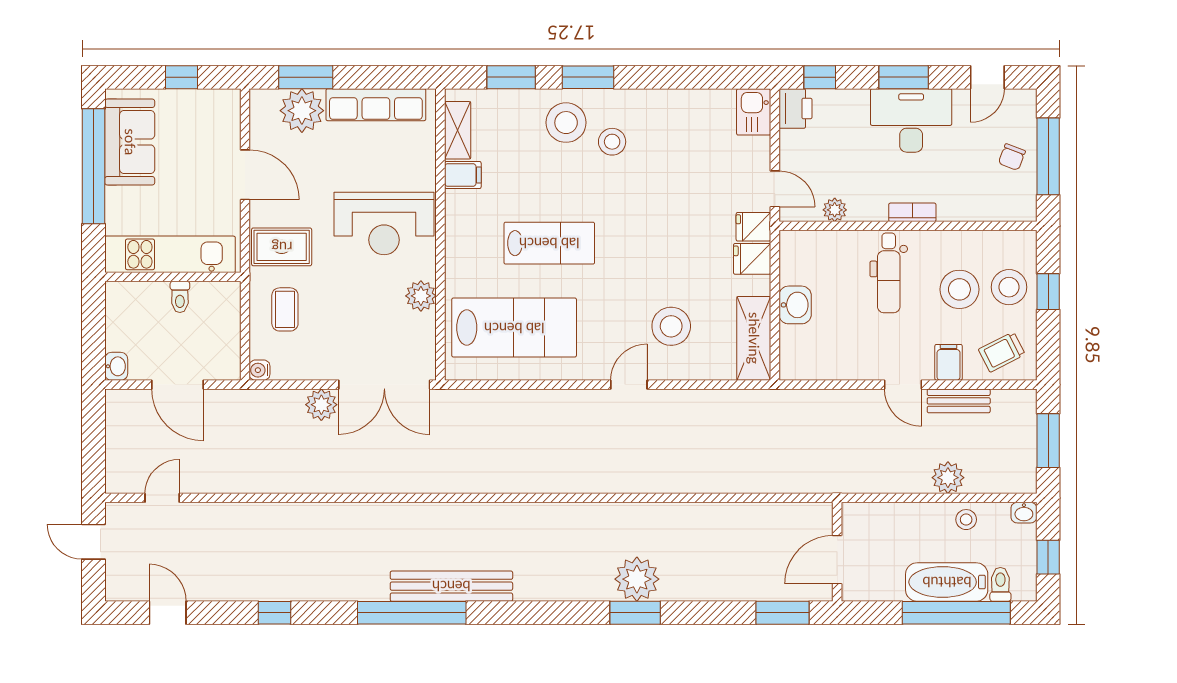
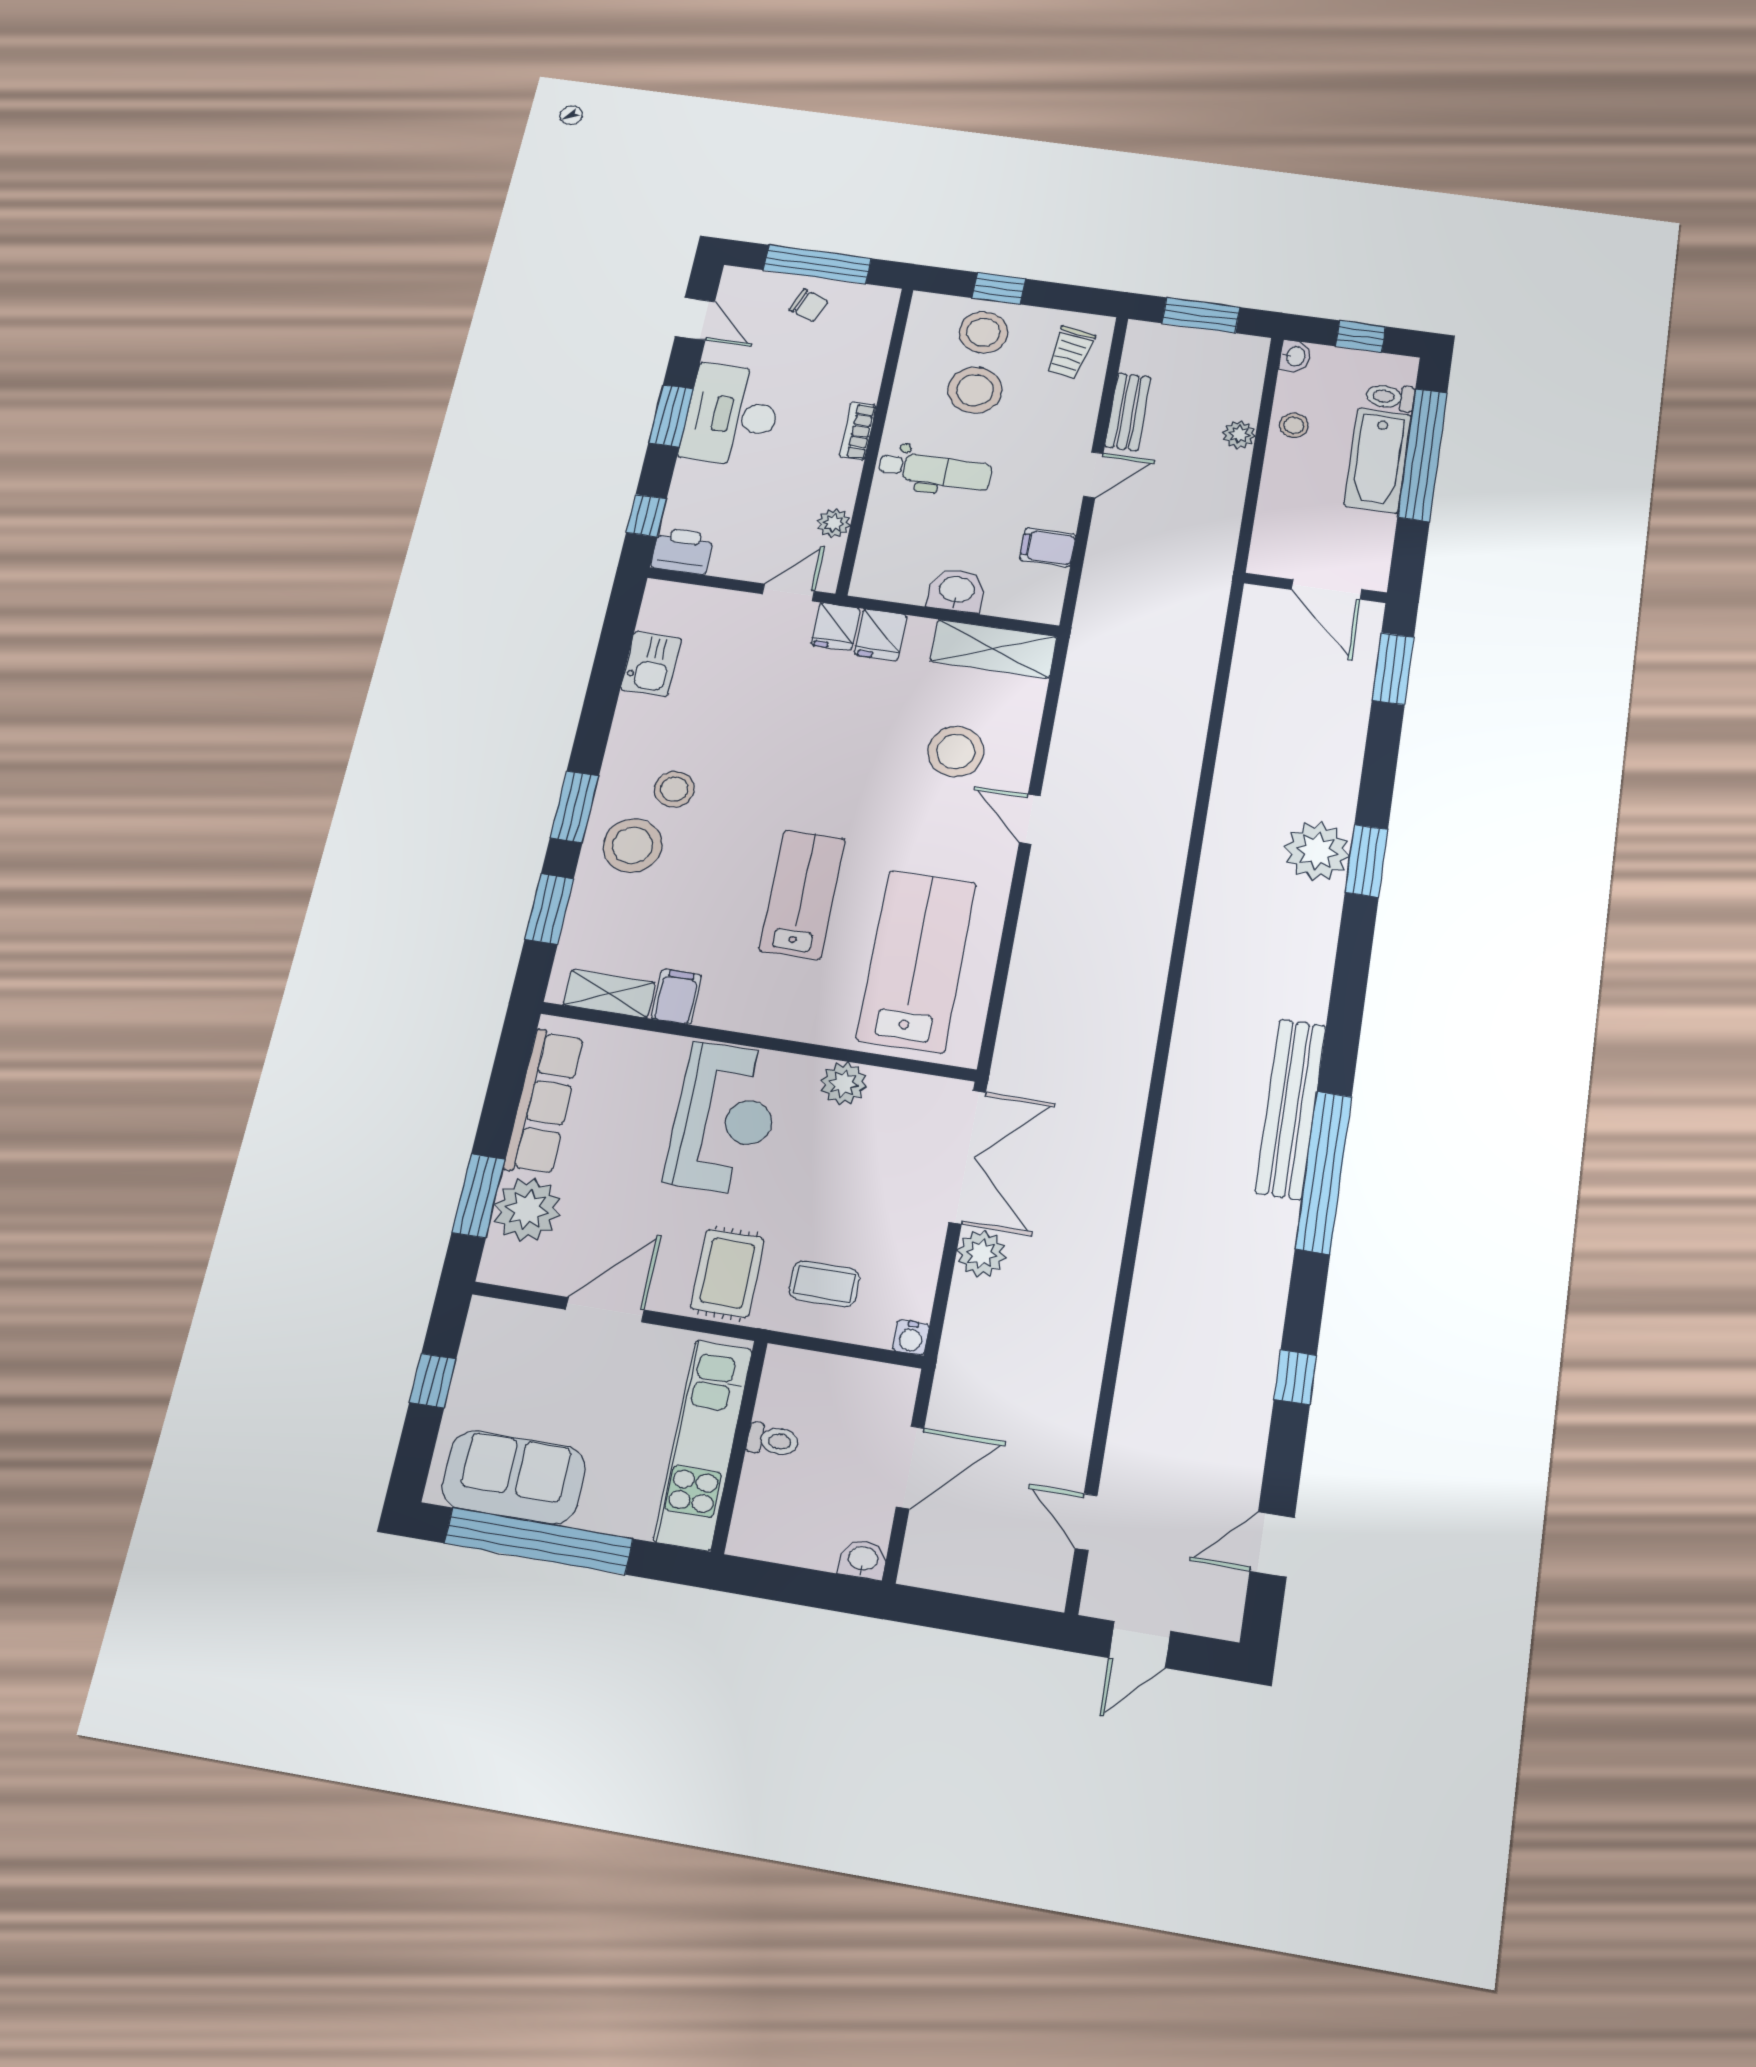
kitchen sink: (754, 112) -> (651, 664), moved, turned -90
trolley: (1002, 352) -> (1070, 352), turned 37
filing cabinet: (949, 362) -> (1048, 547), moved
plant: (948, 478) -> (1239, 435), width x0.73, depth x0.73

